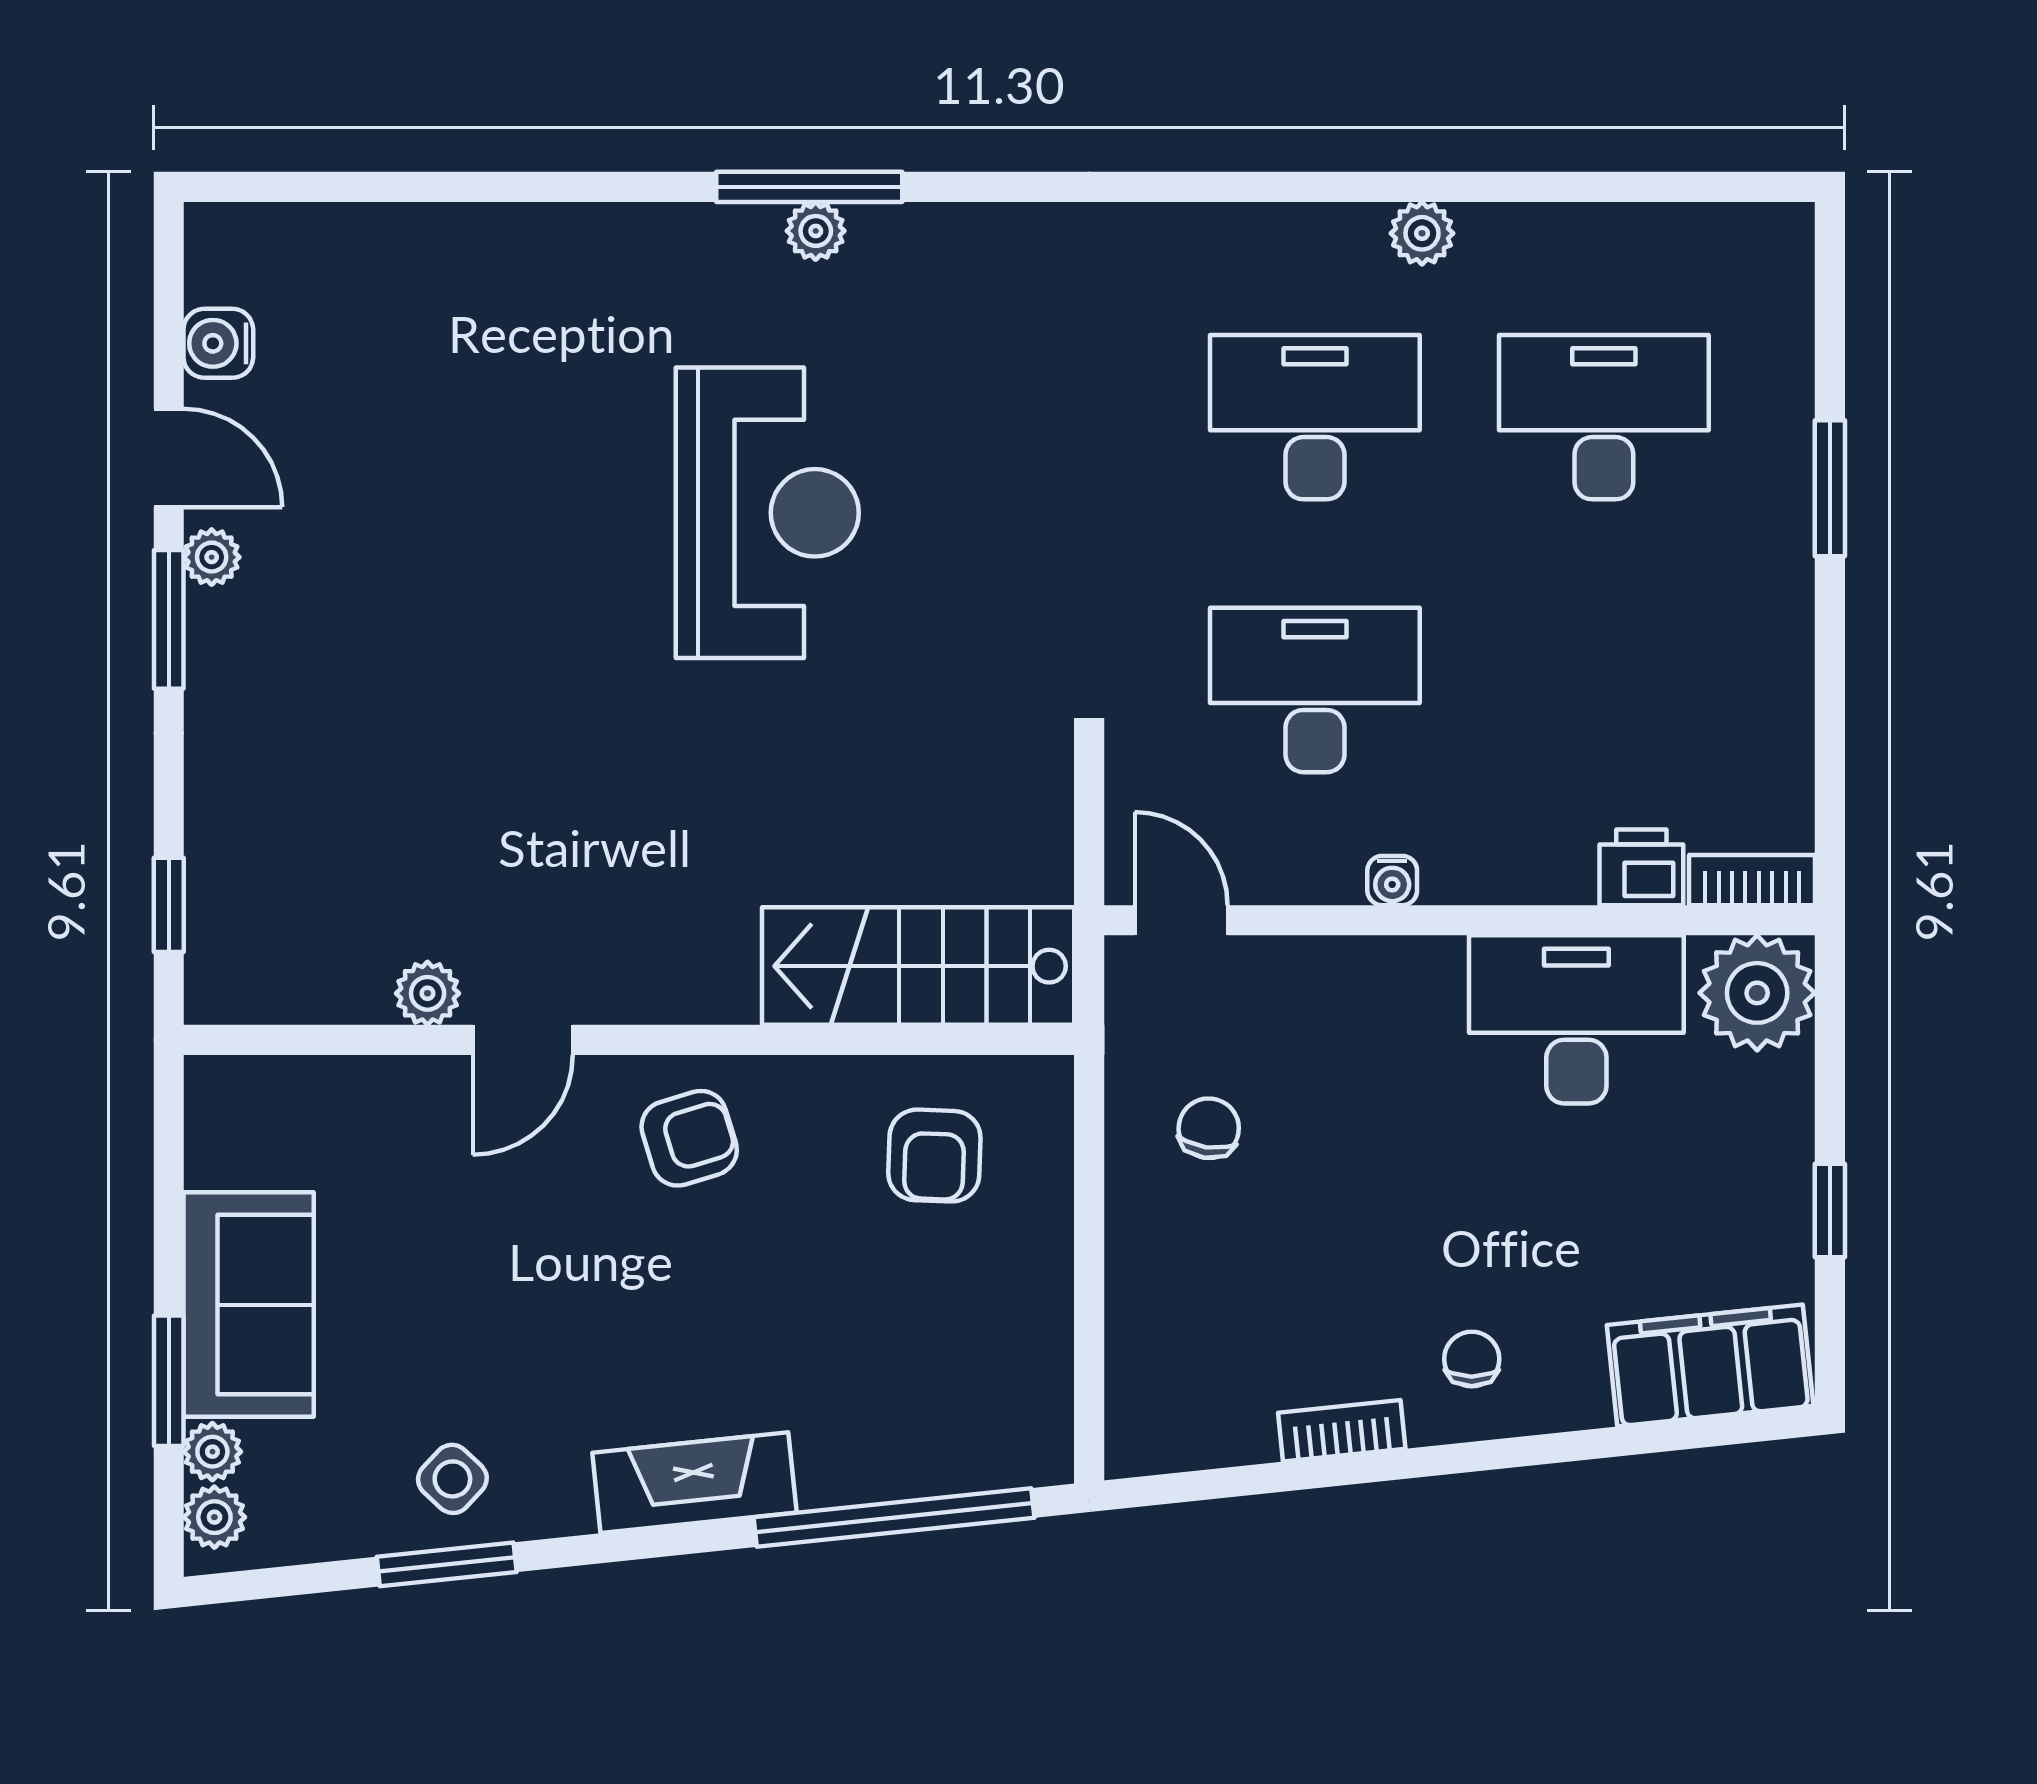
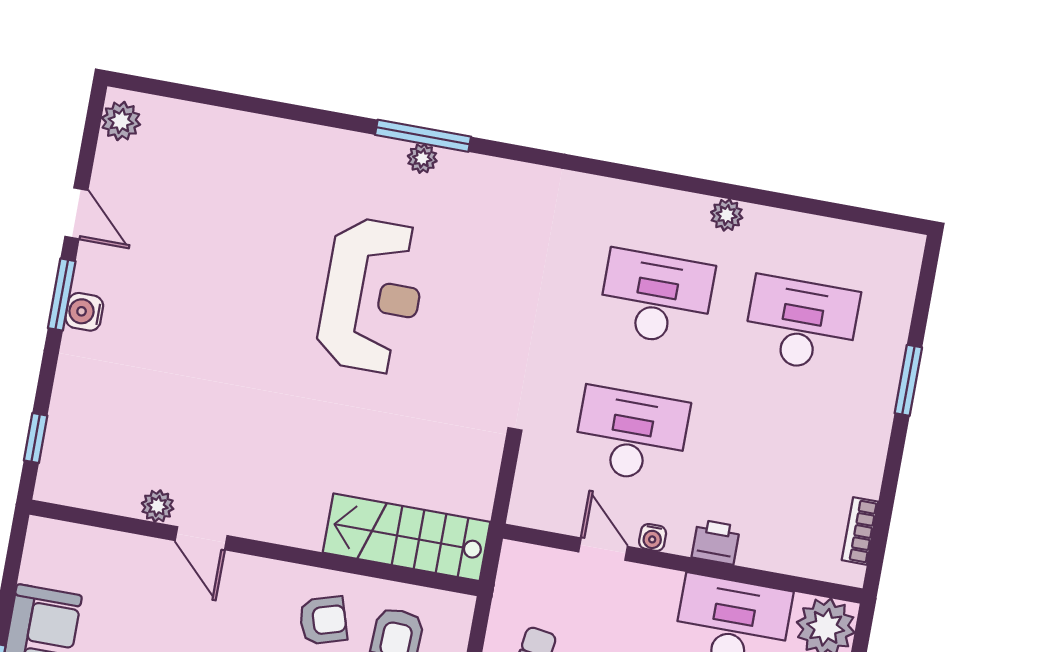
water cooler: (218, 343) -> (84, 312), moved
plant: (212, 557) -> (121, 121), moved, width x1.38, depth x1.38
printer: (1641, 867) -> (716, 542), moved
bookcase: (1752, 880) -> (860, 531), moved, turned -90
door: (1181, 920) -> (603, 549), moved
door: (523, 1040) -> (201, 538), hinge flipped
armchair: (689, 1138) -> (323, 620), moved

